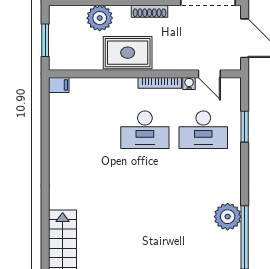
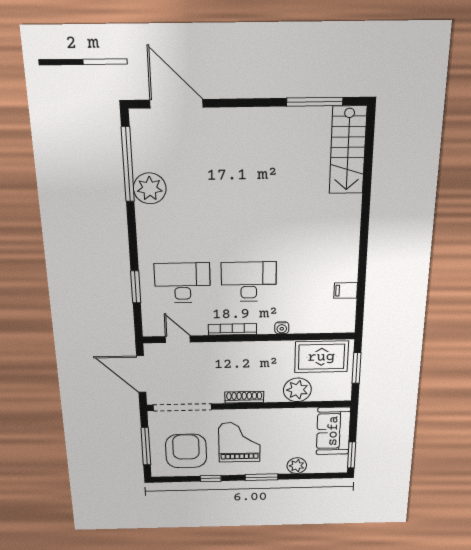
rug: (128, 53) -> (321, 357), moved
water cooler: (189, 83) -> (282, 328), moved
filing cabinet: (59, 85) -> (346, 290), moved

